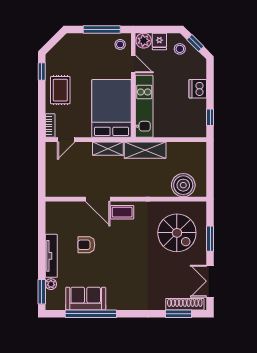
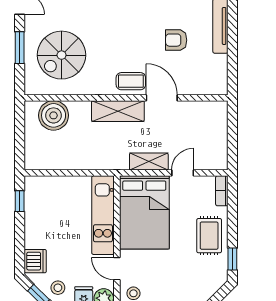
dishwasher: (198, 89) -> (35, 261), moved
door: (66, 140) -> (183, 173), moved
shelving: (145, 150) -> (118, 111), moved
spiral stairs: (177, 233) -> (62, 55), turned -90
armchair: (86, 245) -> (176, 40), turned 180

